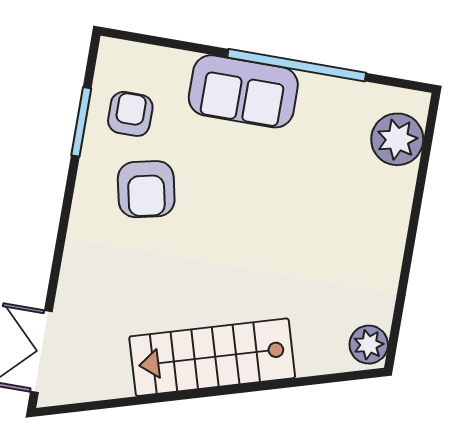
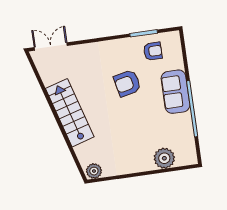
plant: (397, 139) -> (164, 158), moved
armchair: (146, 189) -> (127, 83), moved

